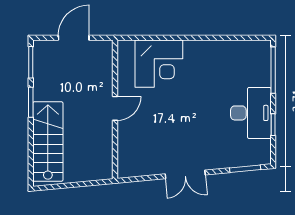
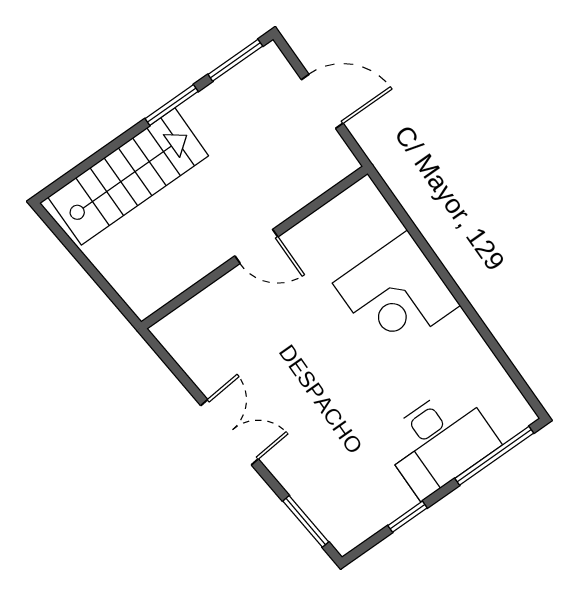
corner desk: (159, 64) -> (396, 294), moved
desk: (251, 113) -> (439, 441), moved
double door: (185, 174) -> (230, 432), swing flipped

